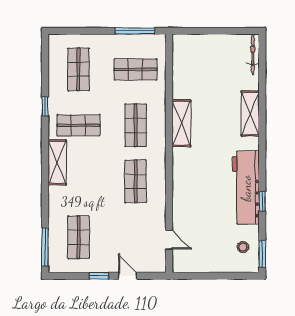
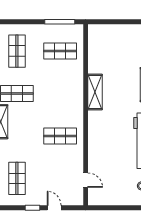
shop shelf: (136, 125) -> (60, 94), removed
shop shelf: (136, 181) -> (60, 136), turned 90

